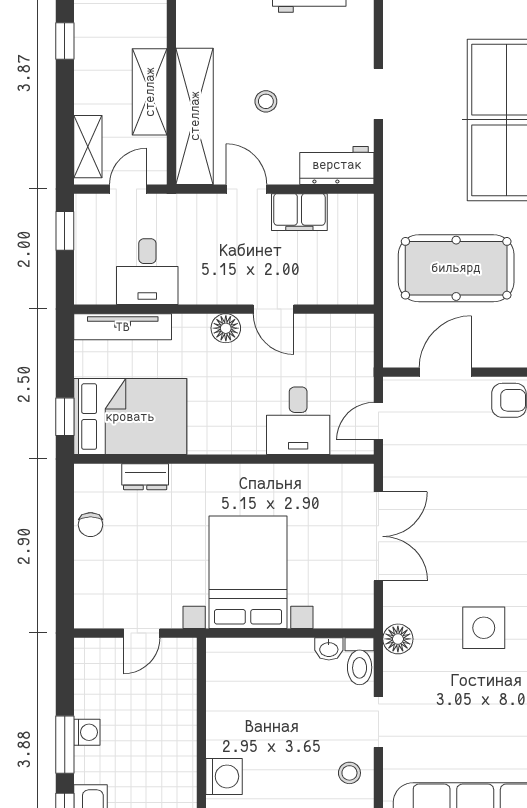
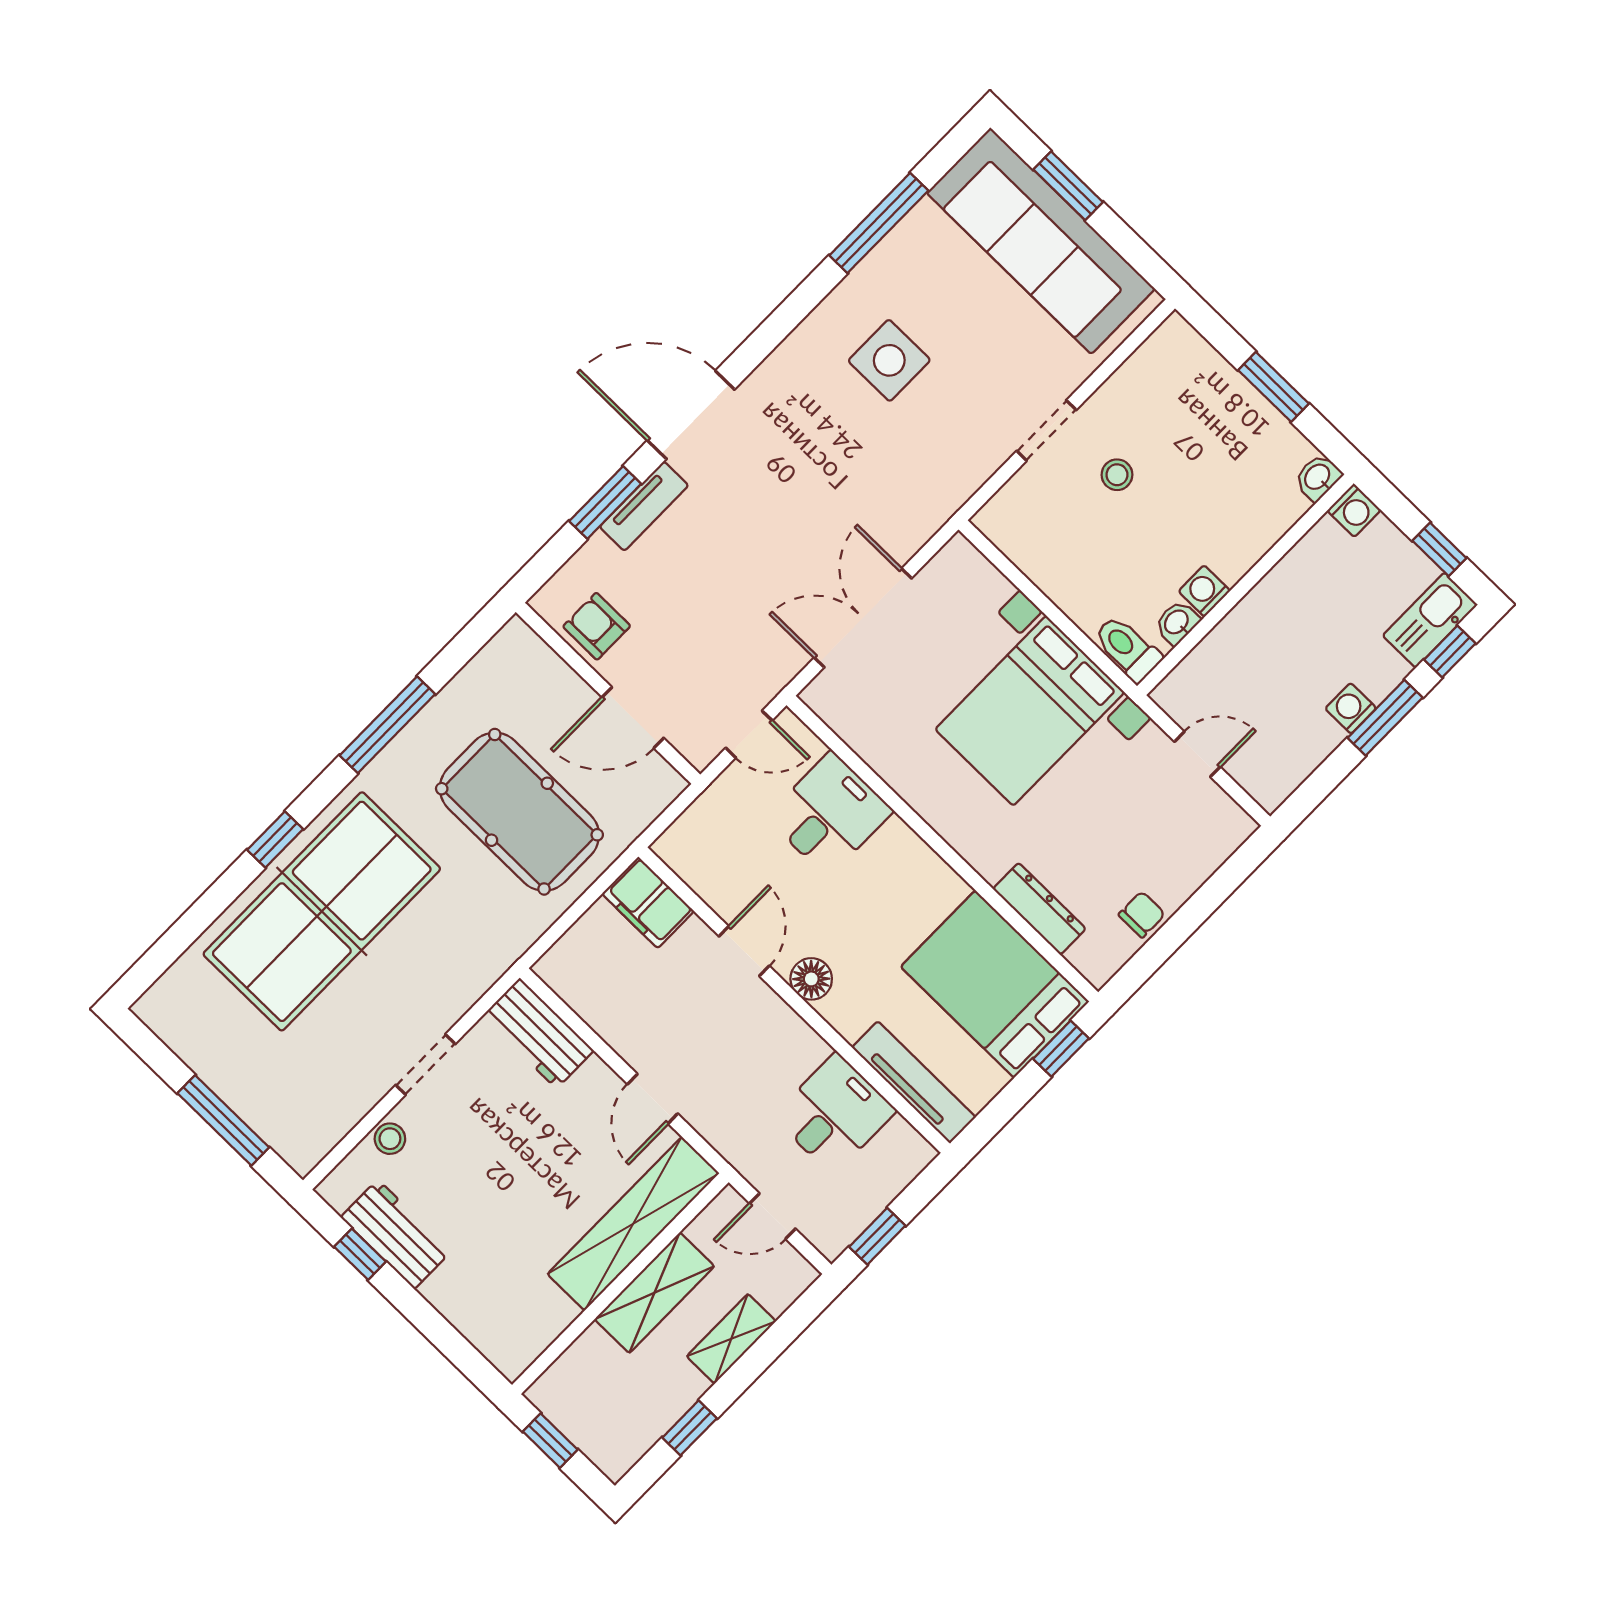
stool: (266, 101) -> (390, 1139), moved
shelving: (88, 147) -> (731, 1339), moved
filing cabinet: (299, 212) -> (648, 902), moved, turned 180
dresser: (145, 477) -> (1039, 909), width x1.44
side table: (484, 628) -> (889, 360), moved
floor lamp: (398, 639) -> (945, 495), removed
washbasin: (329, 649) -> (1177, 623), moved, turned -90
toilet: (360, 661) -> (1127, 648), moved, turned -90
stool: (349, 773) -> (1117, 475), moved
washing machine: (224, 776) -> (1204, 591), moved, width x0.73, depth x0.73

